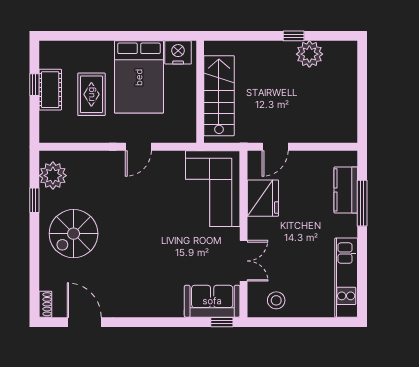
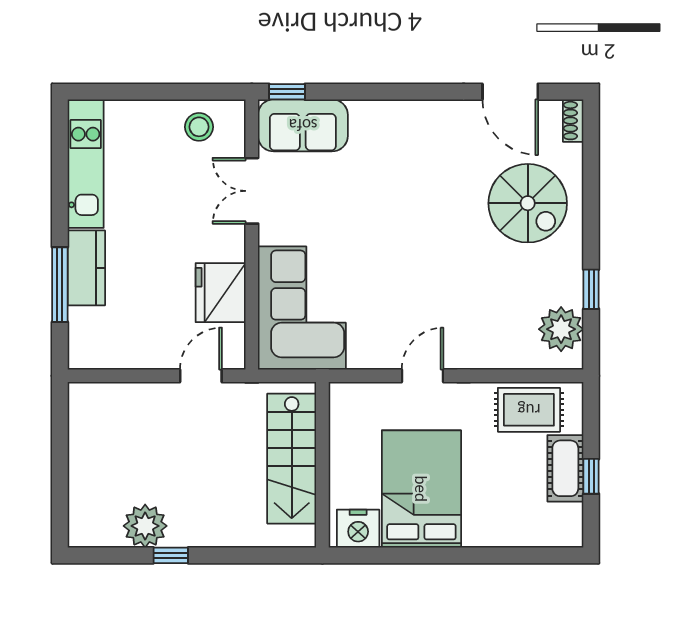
rug: (91, 94) -> (529, 410), moved, turned 90
kitchen counter: (346, 190) -> (86, 268), moved
spiral stairs: (74, 234) -> (528, 203), moved, turned 90

